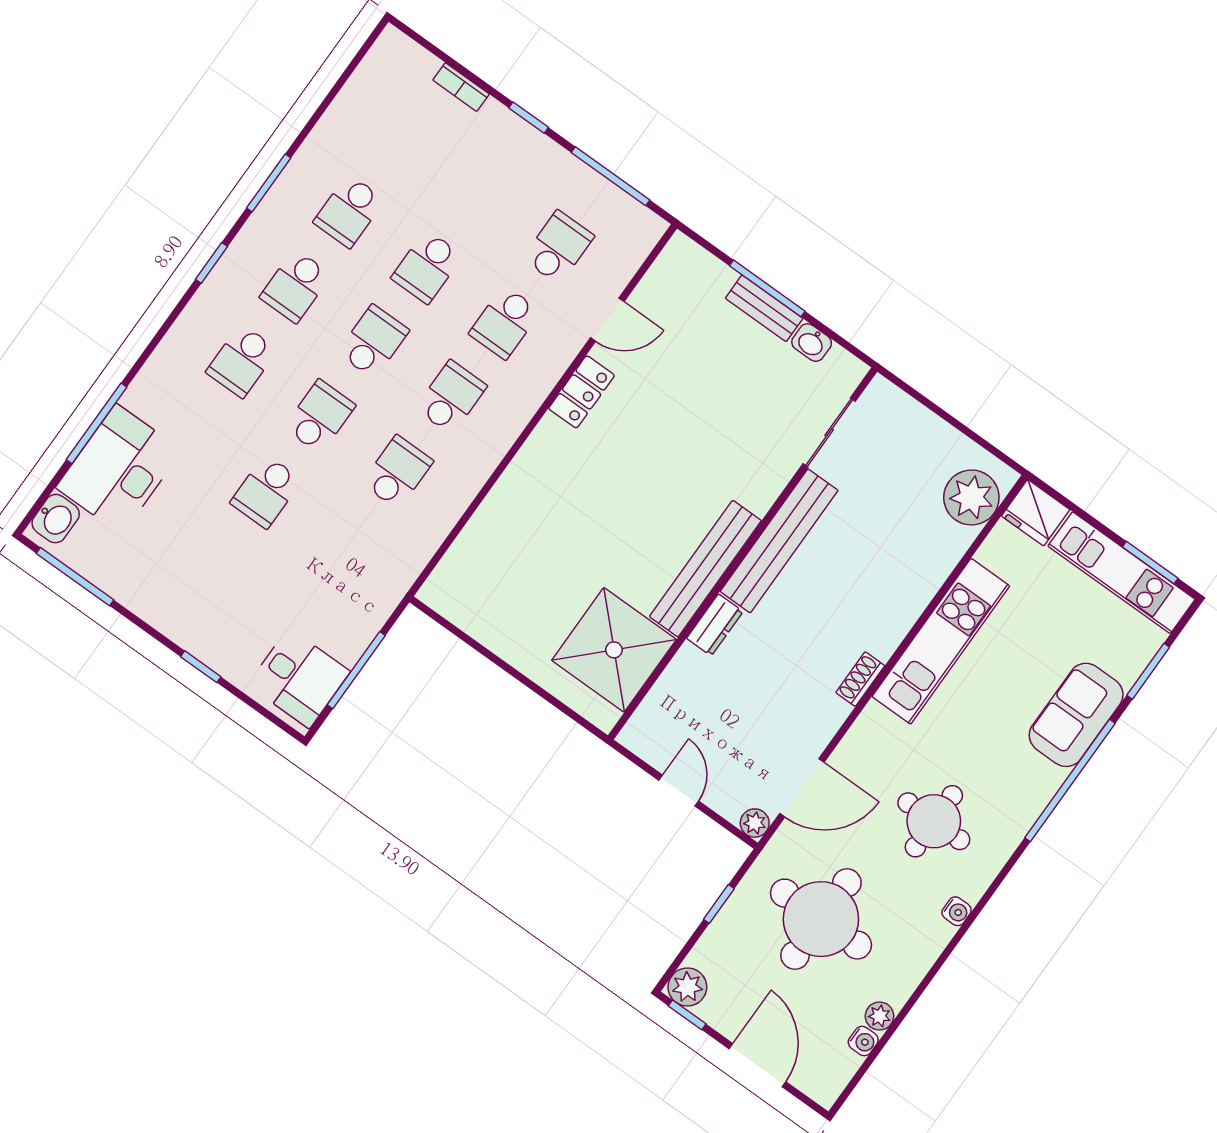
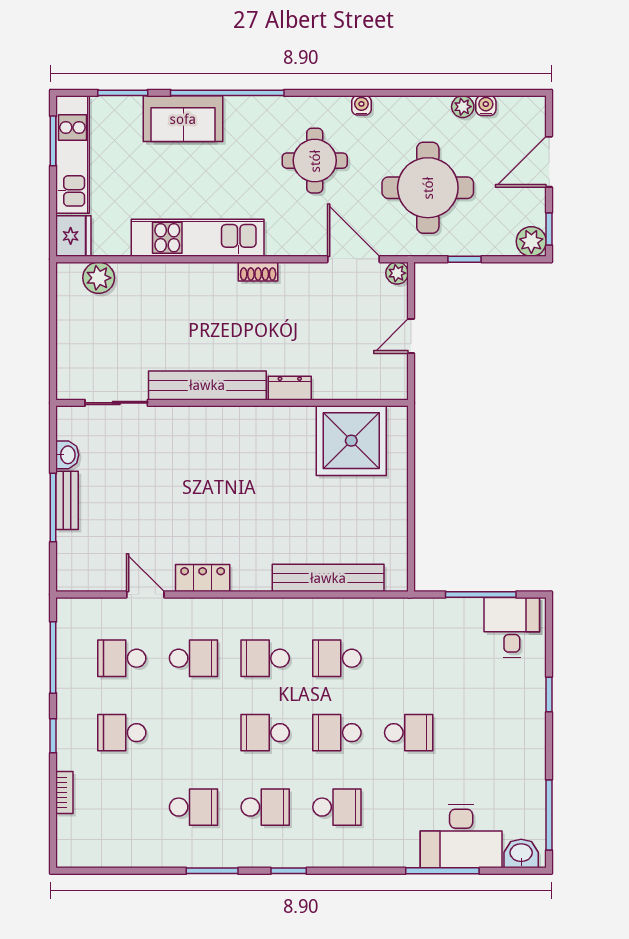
school desk: (427, 267) -> (122, 733), moved, turned 180
plant: (971, 497) -> (99, 278), width x0.73, depth x0.73
bench: (705, 569) -> (328, 578), moved

